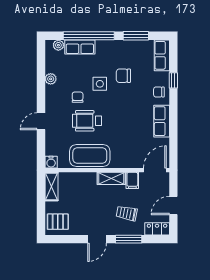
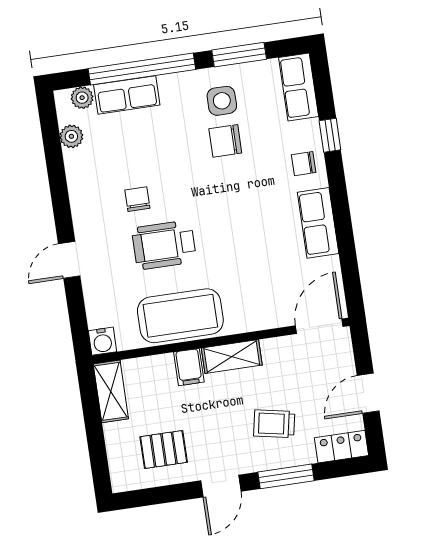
plant: (51, 79) -> (71, 136), moved
side table: (100, 84) -> (222, 101), moved
filing cabinet: (132, 180) -> (189, 367), moved
pallet: (58, 222) -> (164, 449), moved

